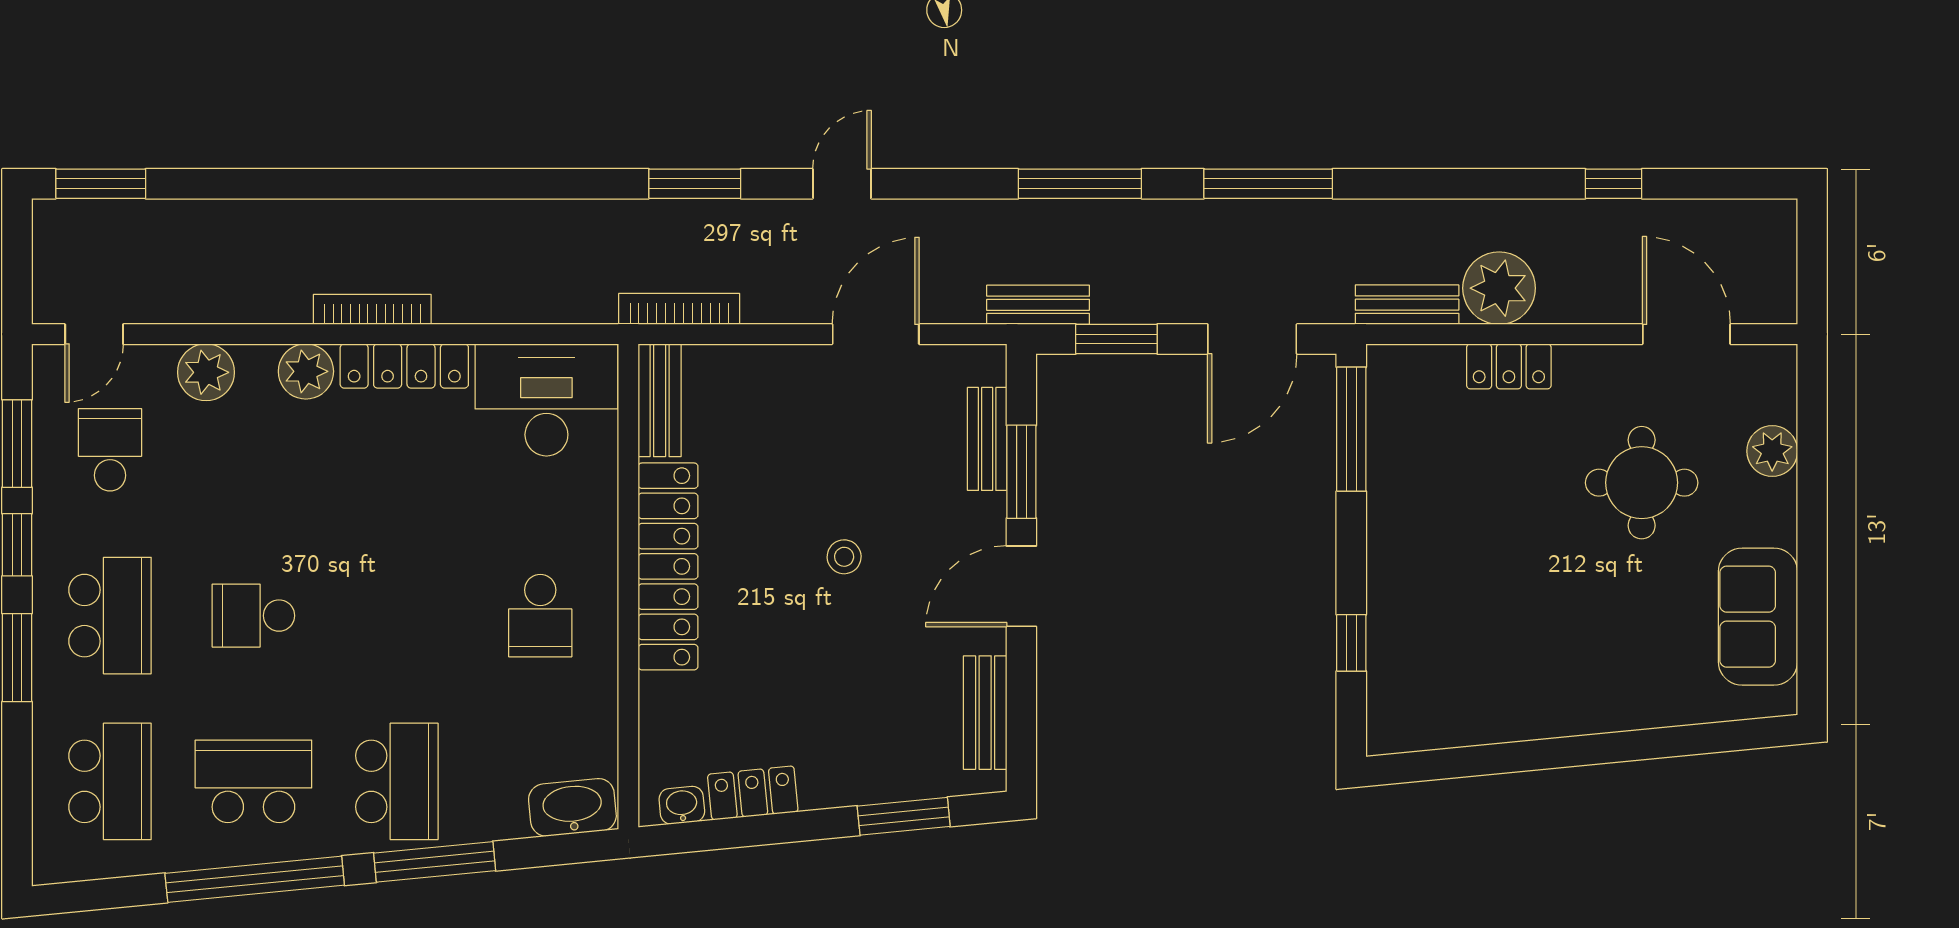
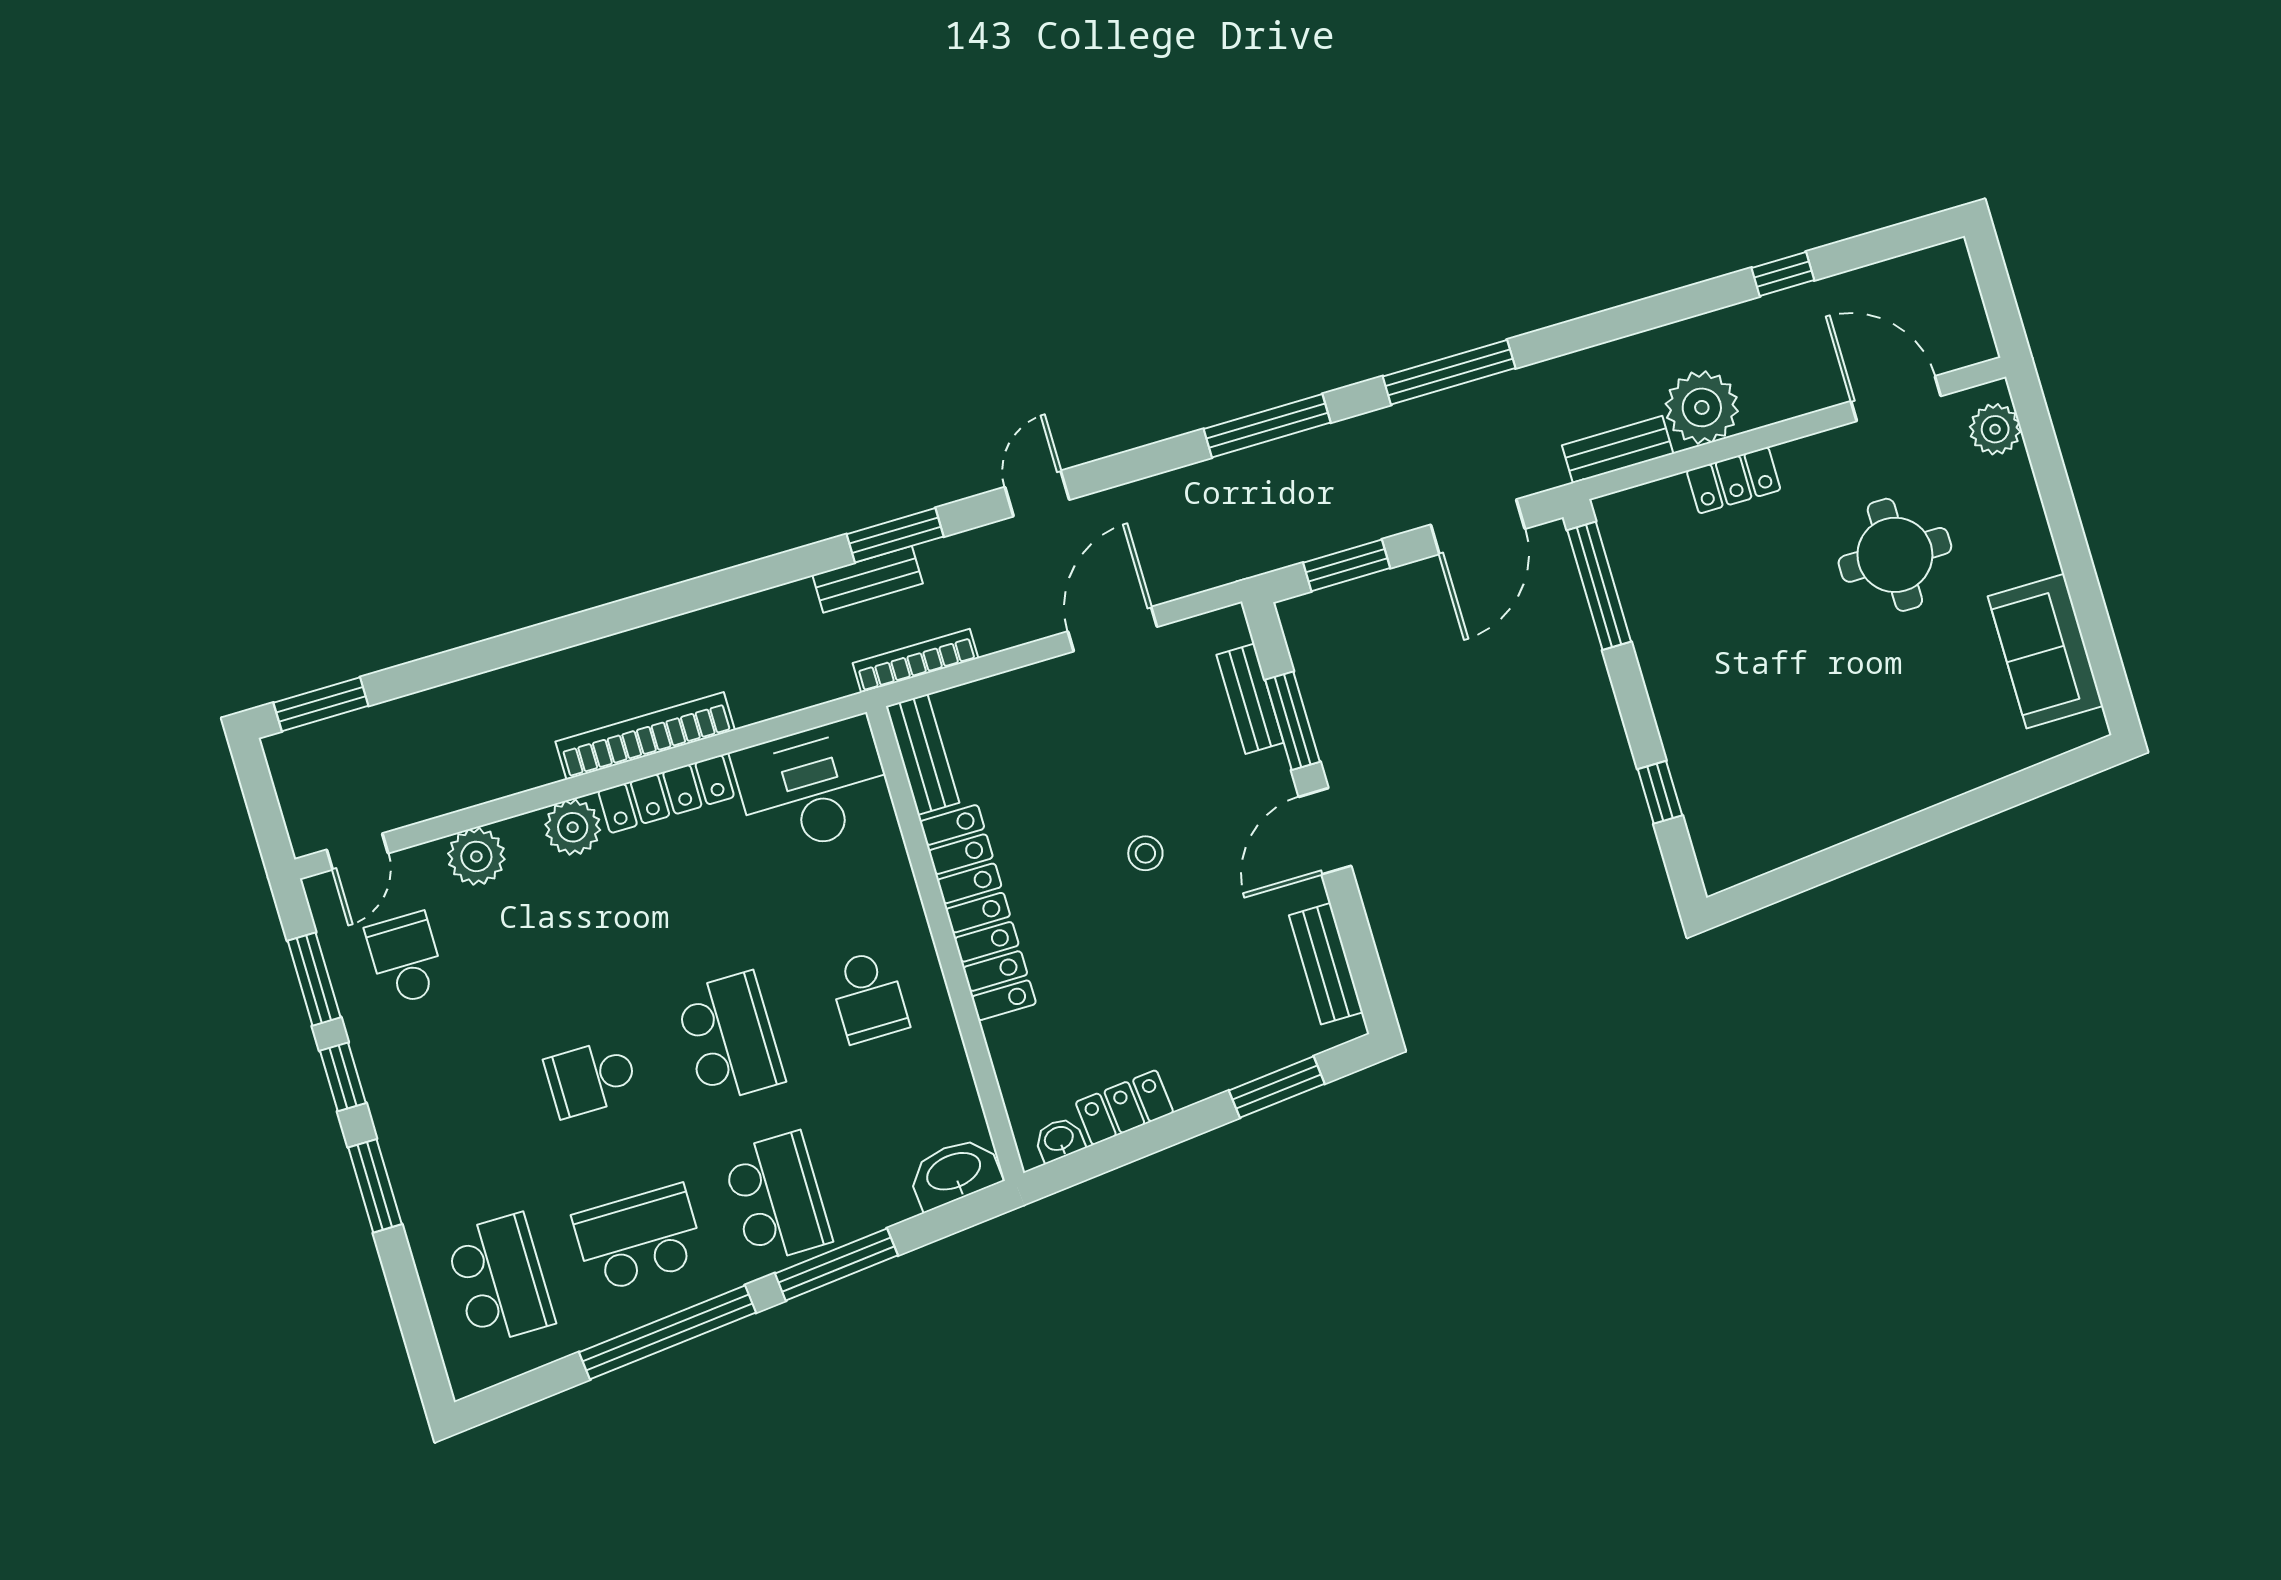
bench: (1038, 305) -> (868, 579), moved
bookcase: (372, 309) -> (645, 736), width x1.48, depth x1.31
plant: (1772, 451) -> (1995, 429), moved
school desk: (110, 616) -> (730, 1037), moved

